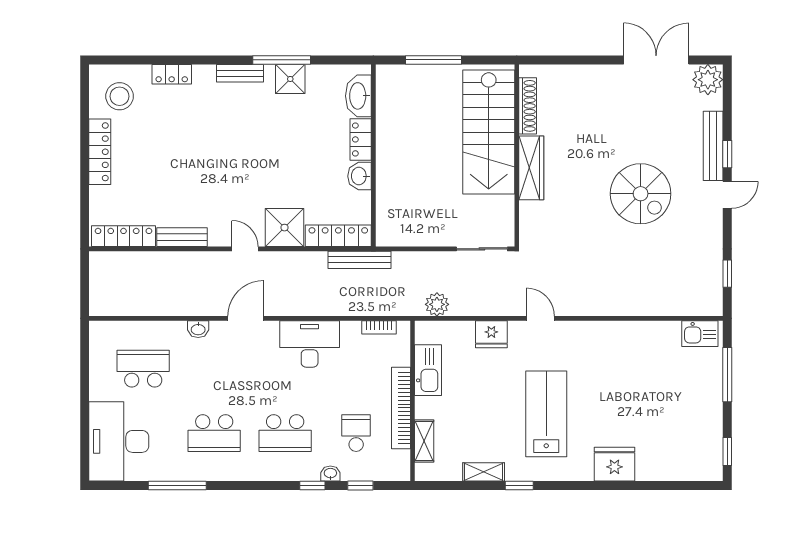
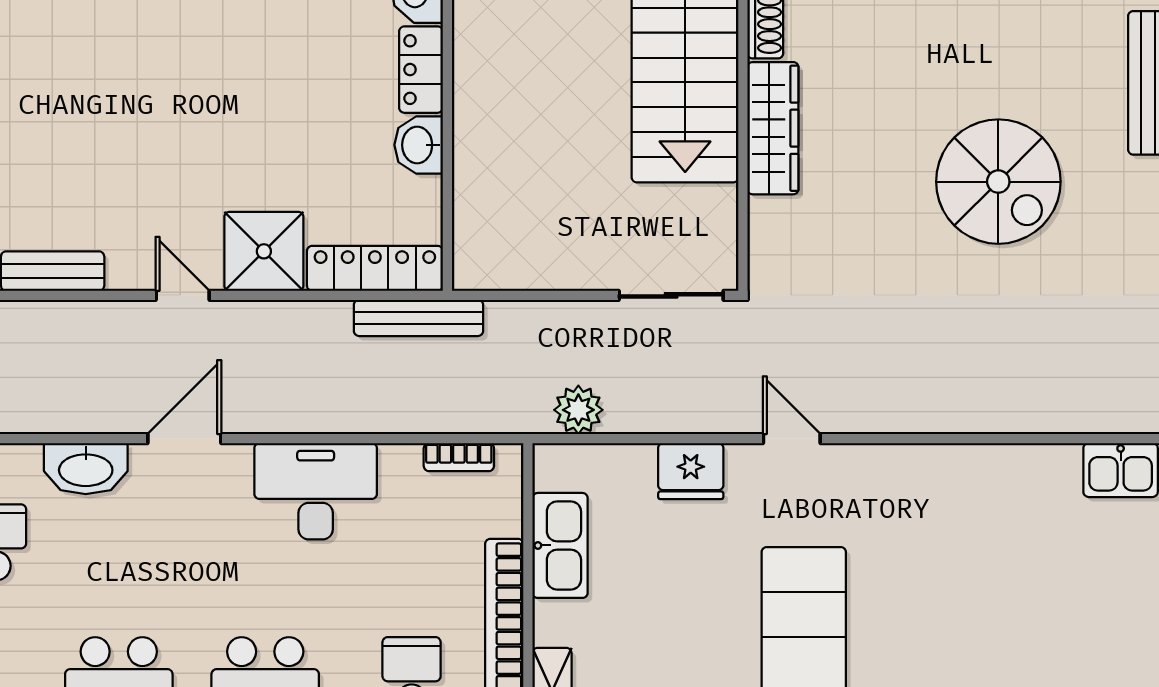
washbasin: (198, 329) -> (86, 469), width x1.91, depth x1.45

